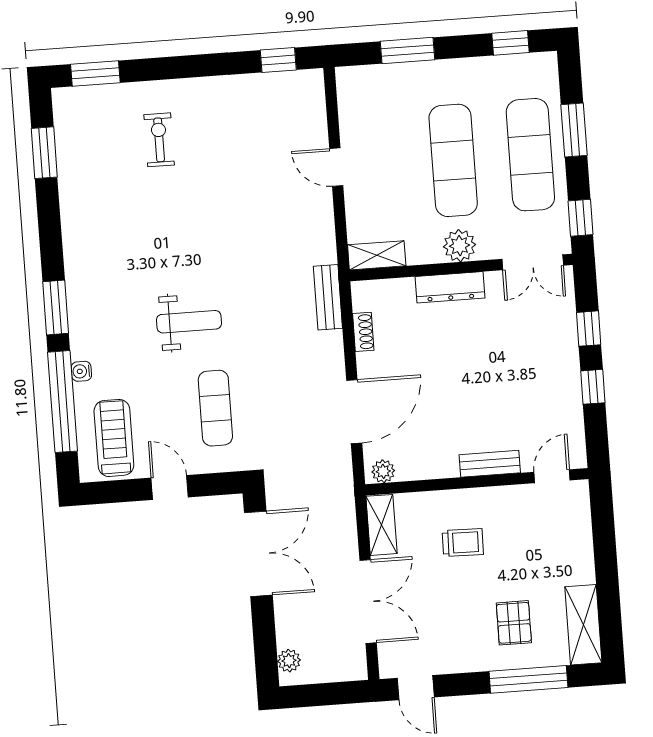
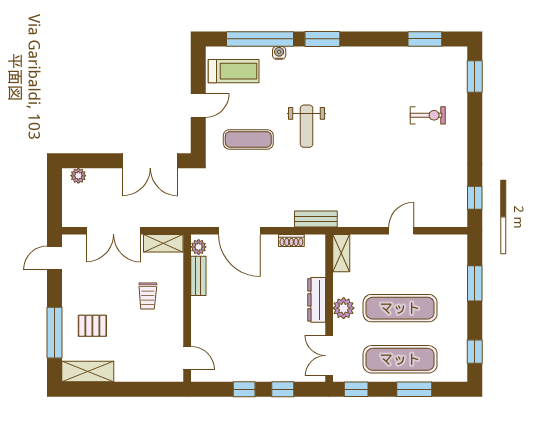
bench: (490, 464) -> (198, 276), moved

